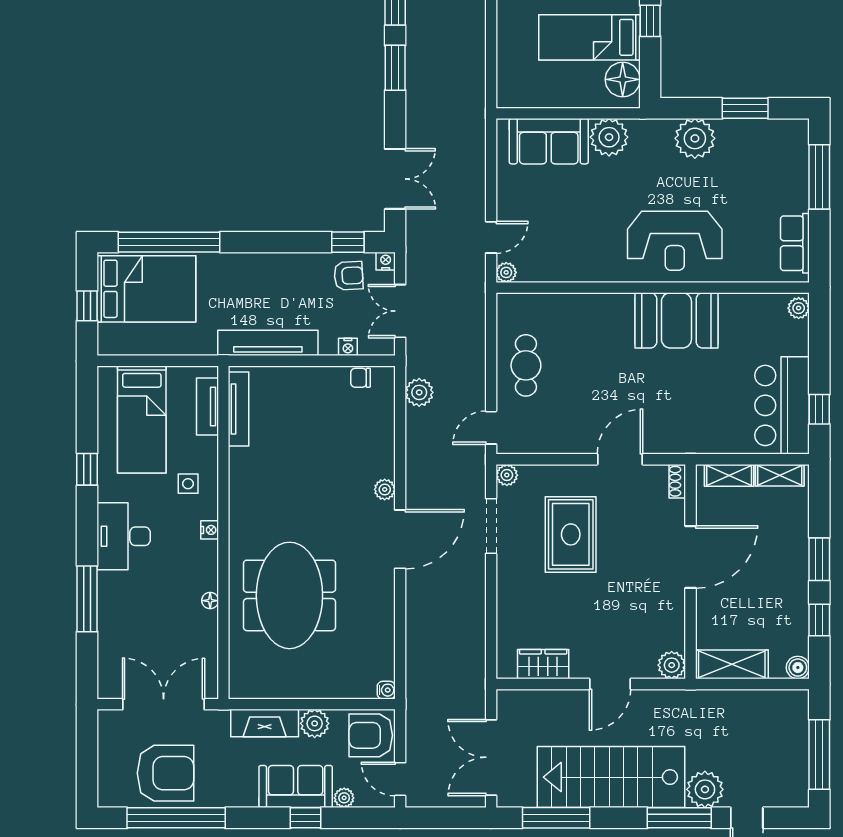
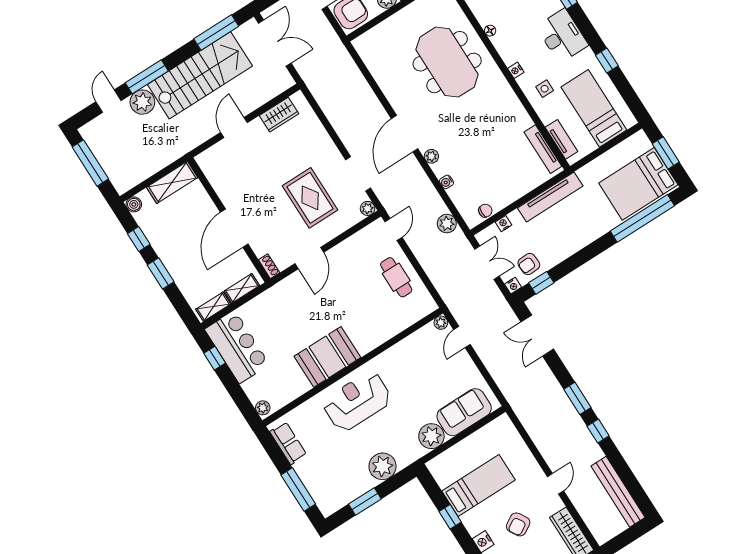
floor lamp: (623, 79) -> (445, 474), removed
window: (87, 306) -> (666, 153), width x1.50
plant: (672, 665) -> (206, 160), removed
water cooler: (386, 690) -> (447, 182), moved

